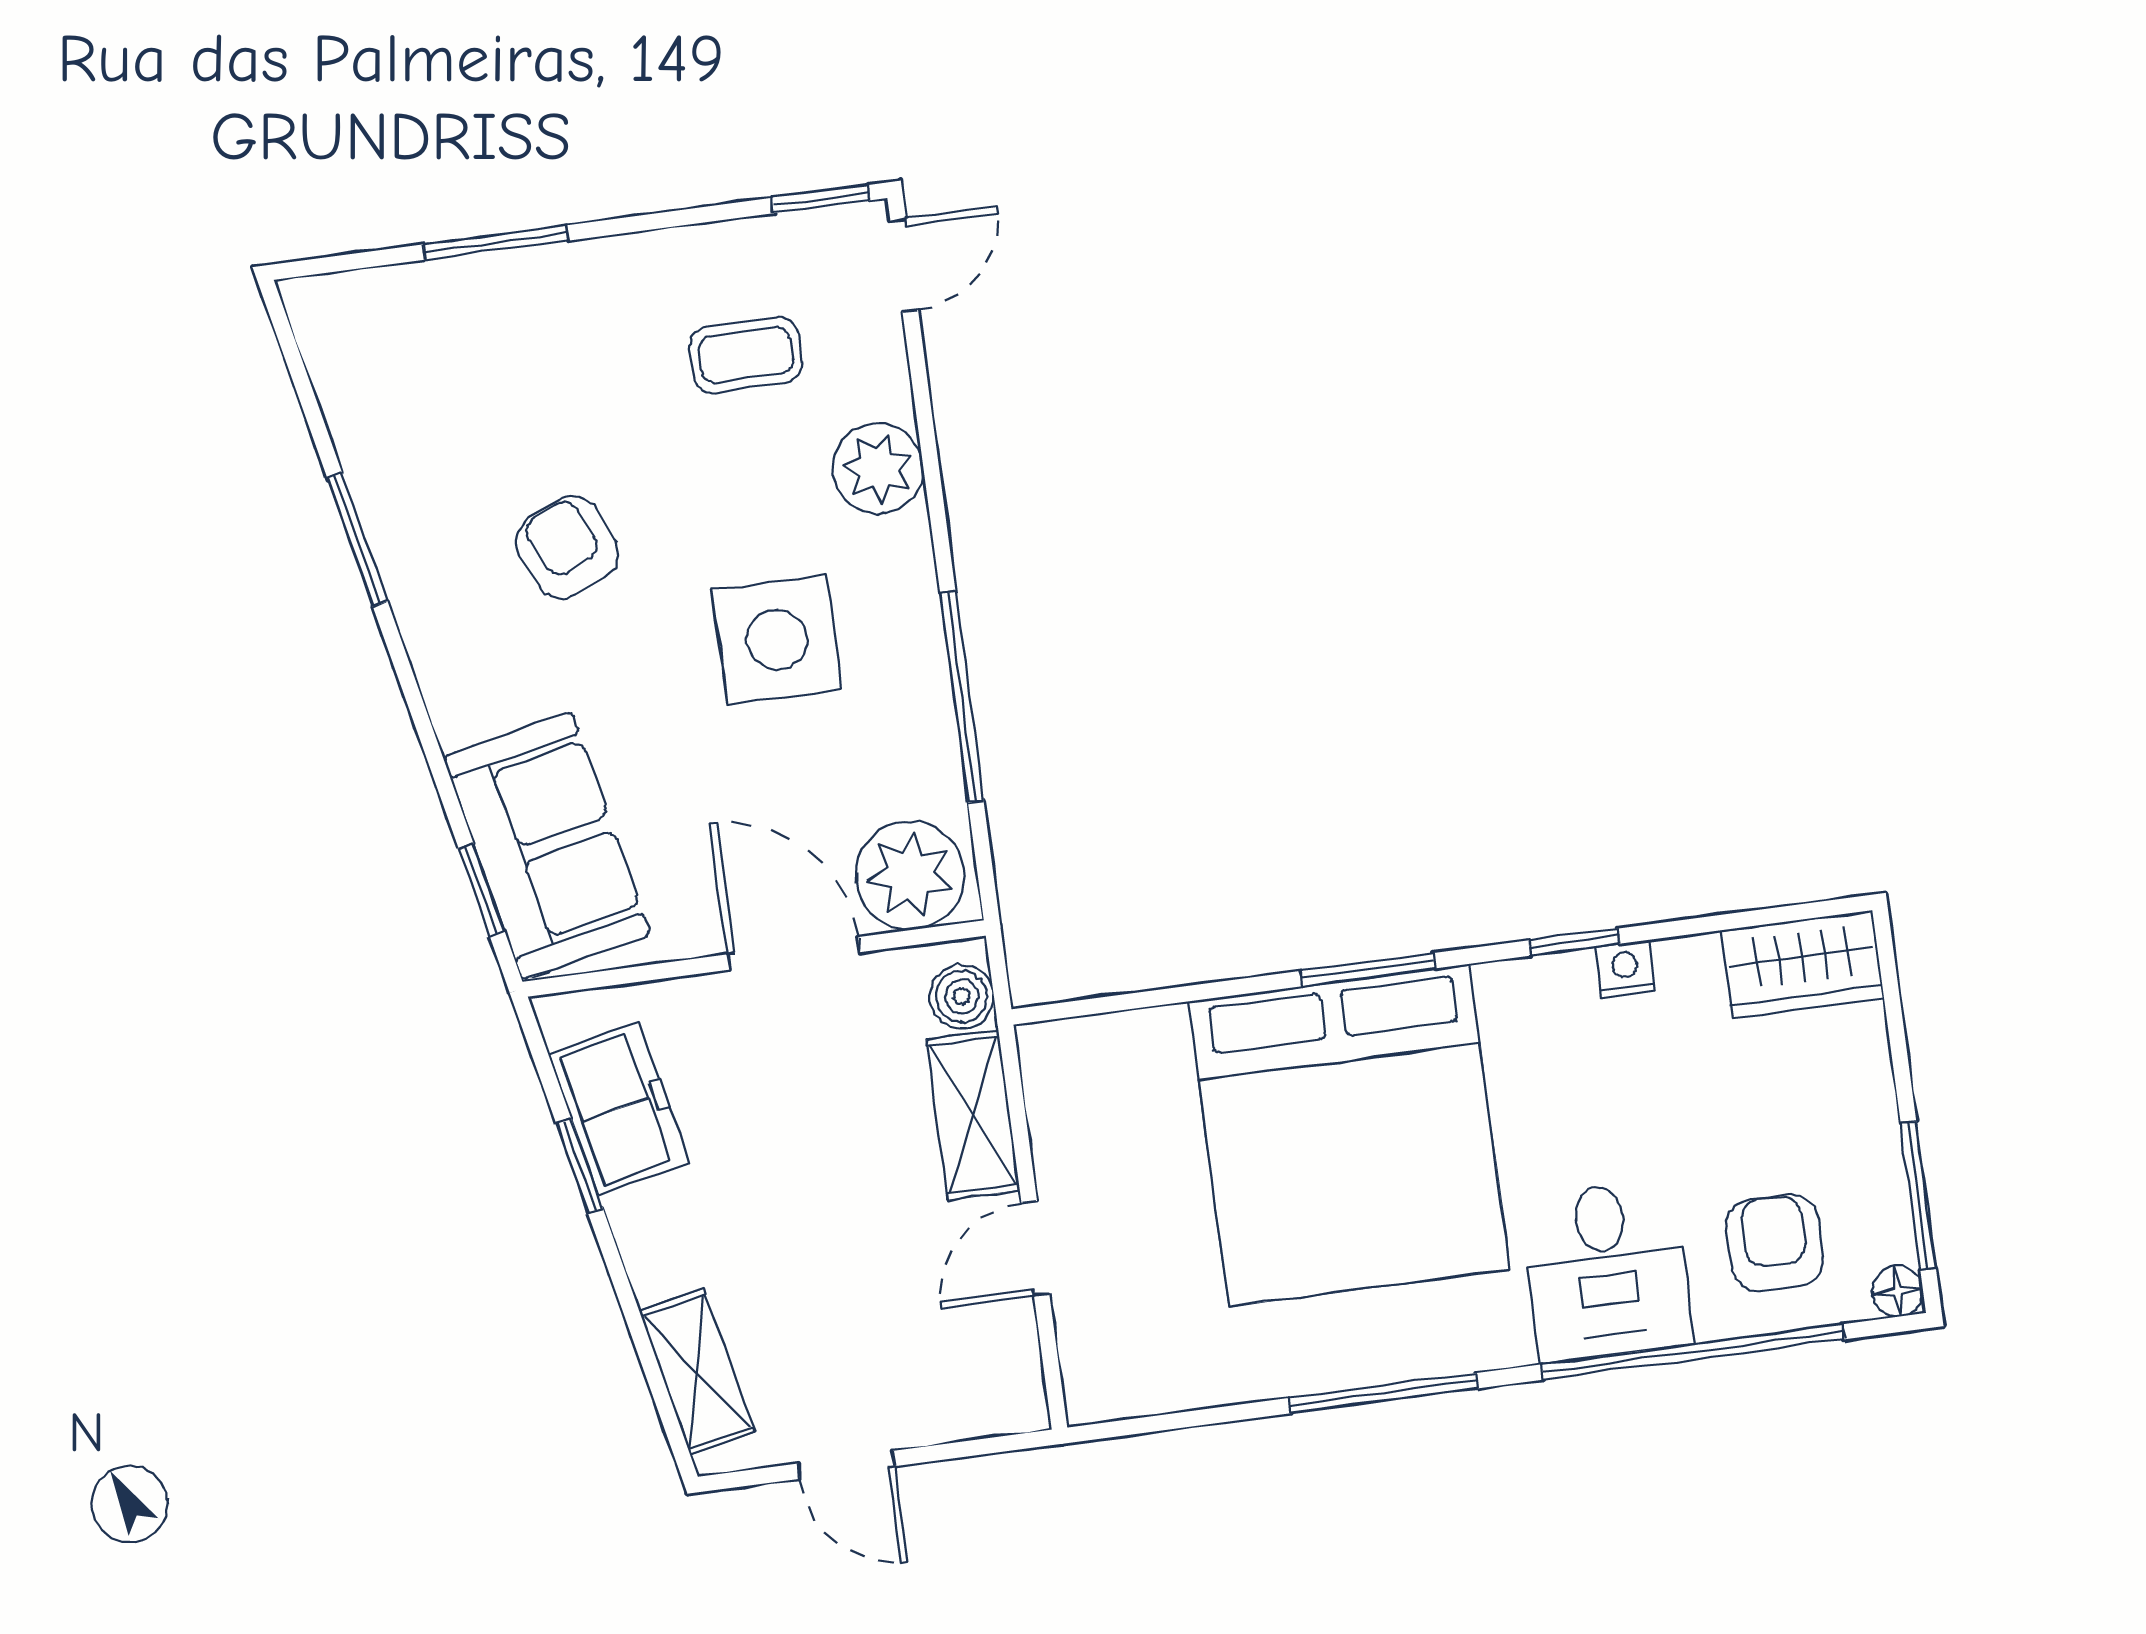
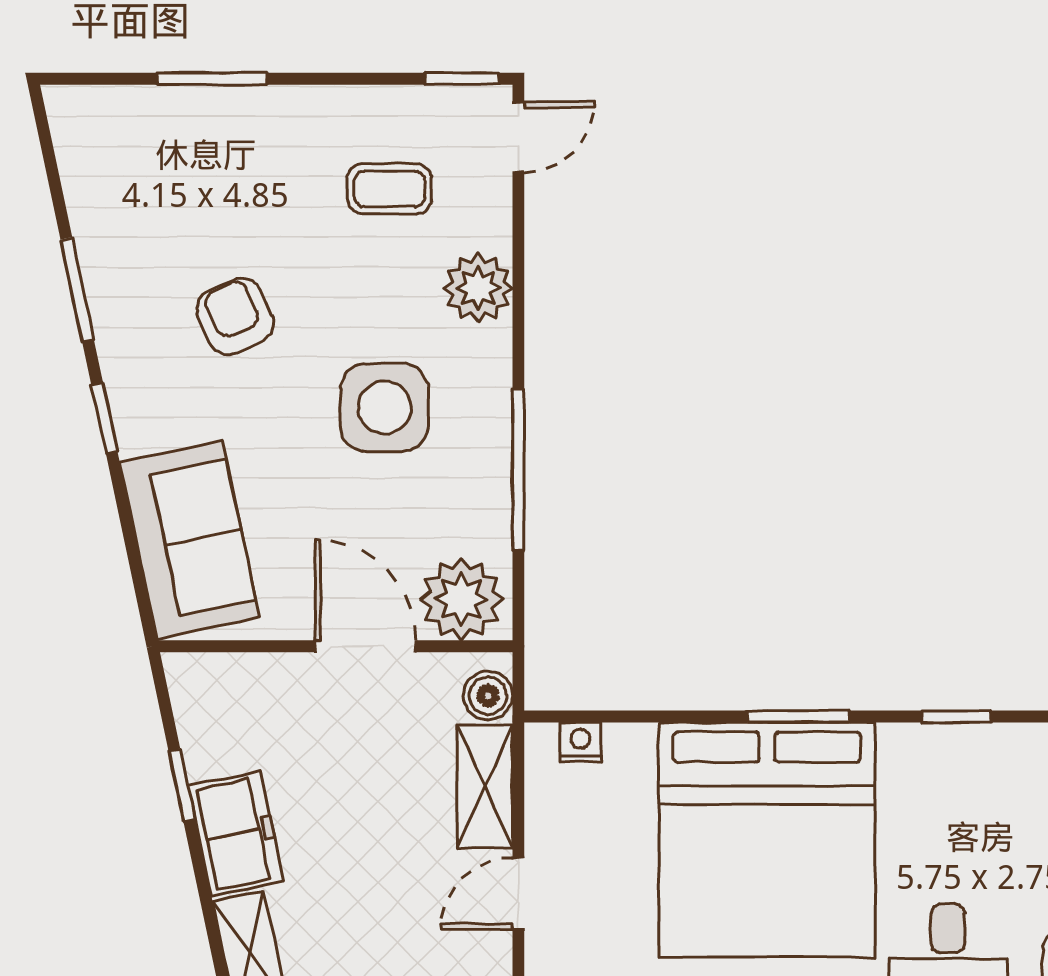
window: (482, 890) -> (104, 418), moved
nightstand: (1625, 969) -> (581, 742), moved
freezer: (619, 1109) -> (236, 834), moved

